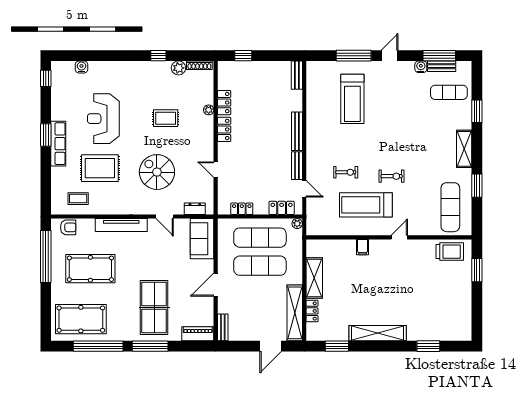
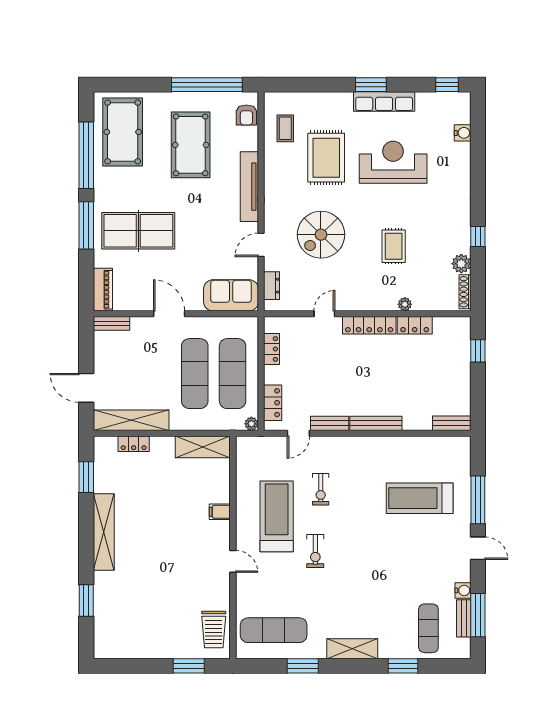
locker: (224, 129) -> (369, 325), width x1.53
row of seats: (58, 144) -> (384, 102), moved
spiral stairs: (157, 172) -> (321, 235), turned 180
shelving: (314, 278) -> (203, 447), moved

